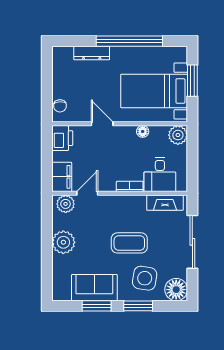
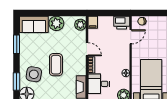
door: (102, 124) -> (131, 37), moved
filing cabinet: (62, 177) -> (93, 22), width x0.50
door: (87, 193) -> (87, 49), moved
sofa: (94, 288) -> (34, 24), moved, turned 90
window: (138, 306) -> (17, 82), moved

